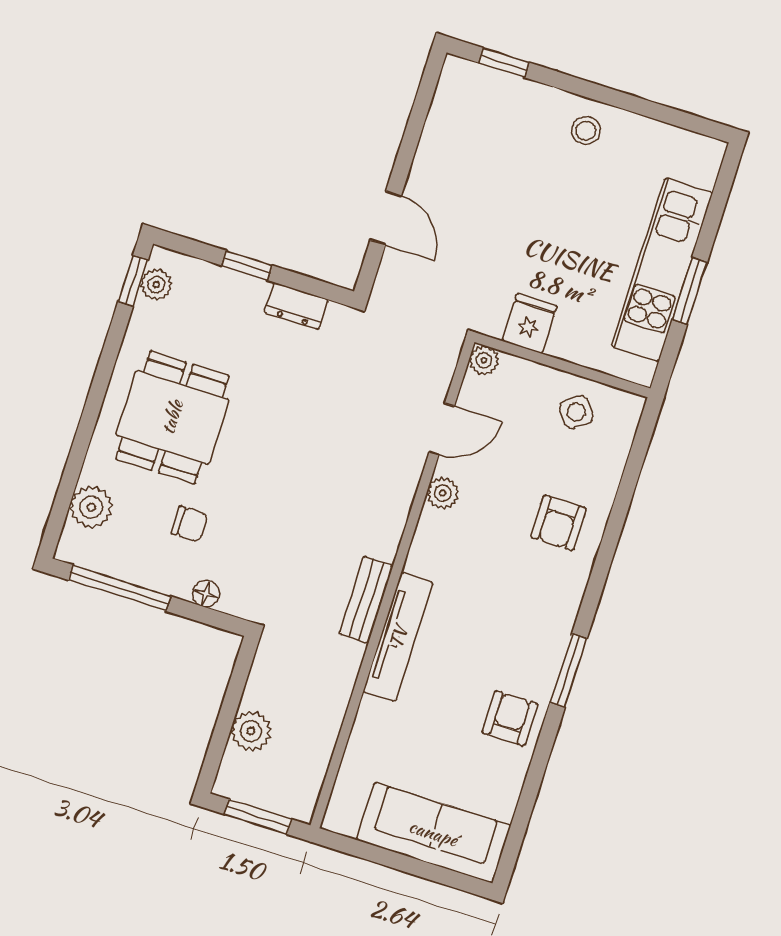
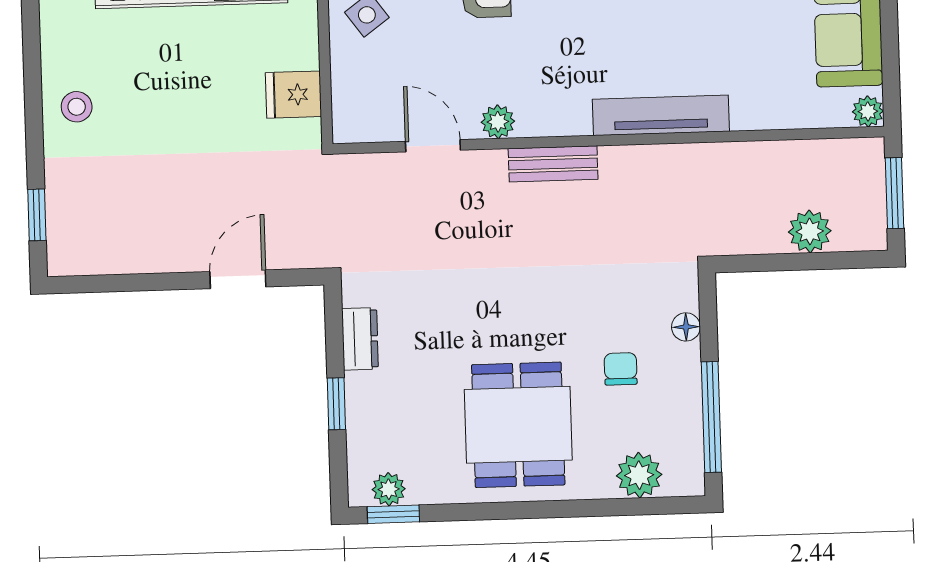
plant: (484, 360) -> (868, 111), moved
dining table: (172, 417) -> (518, 425), turned 90
bench: (366, 600) -> (553, 164), moved

